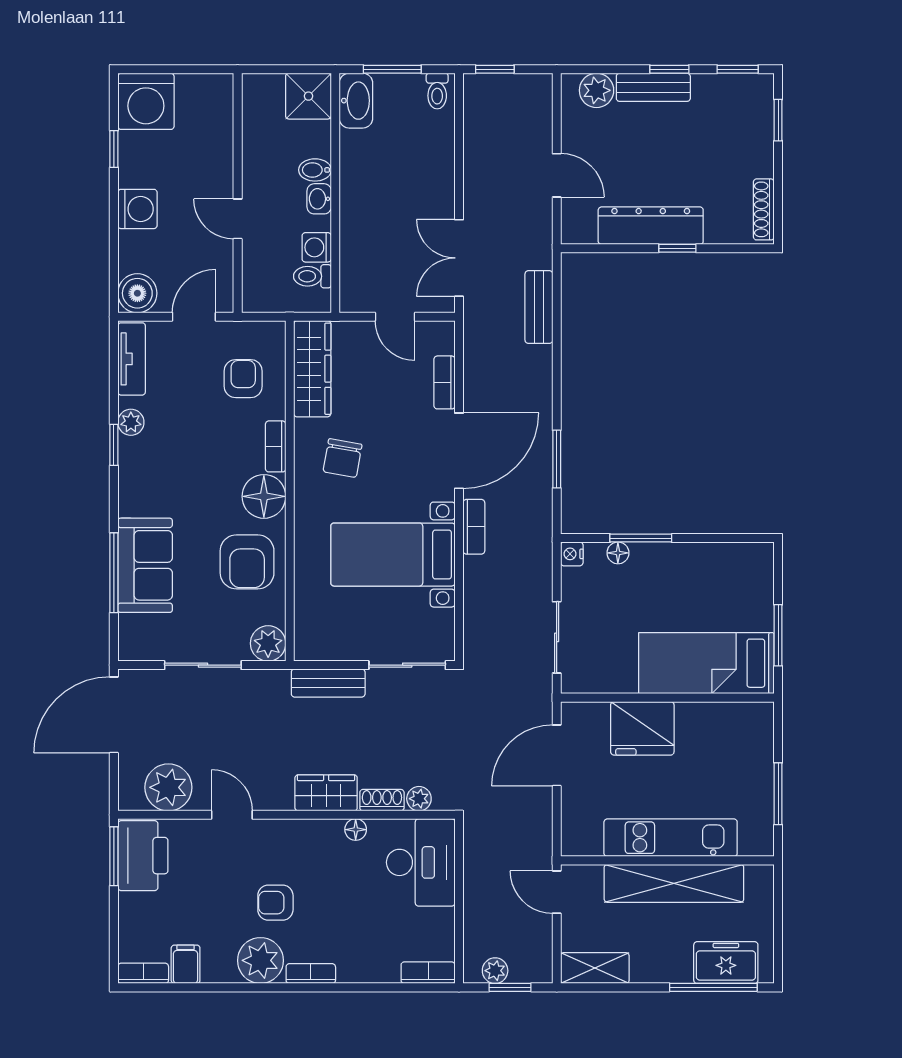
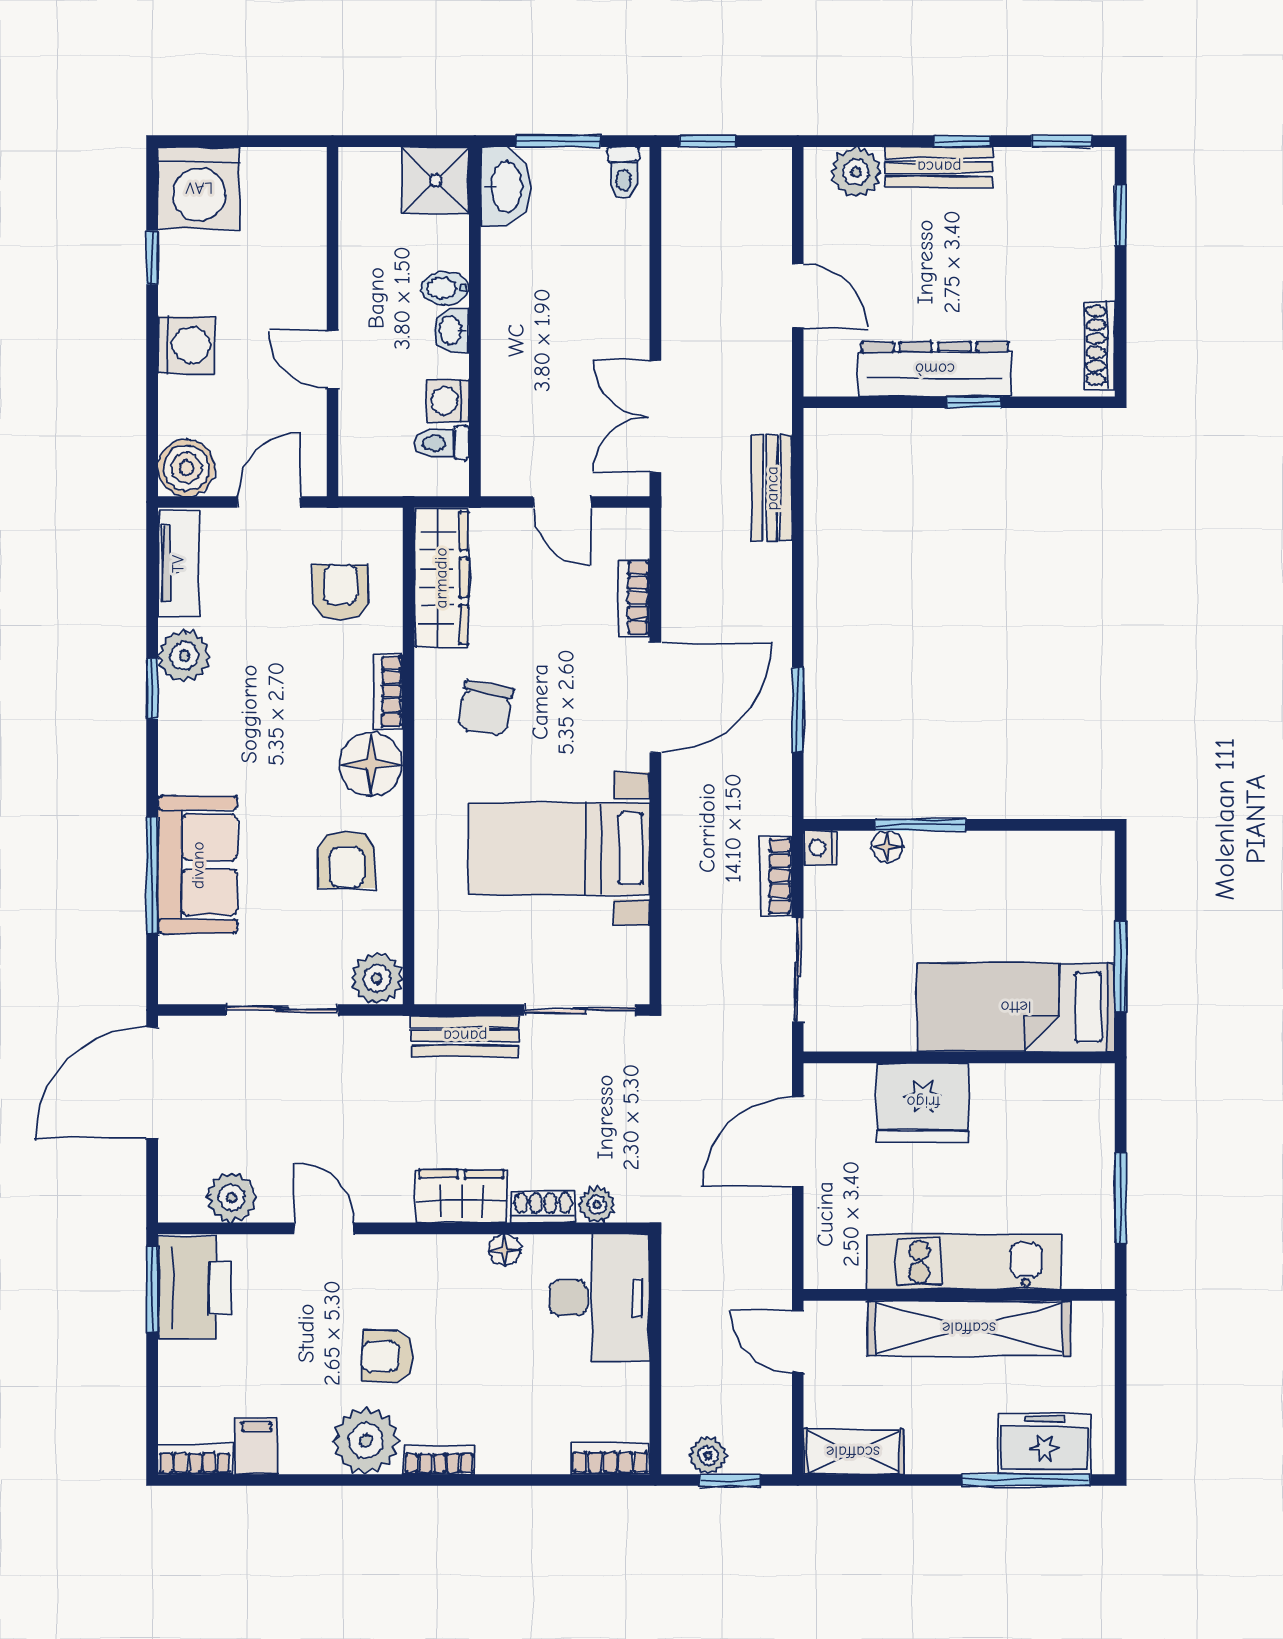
plant: (131, 422) -> (184, 656), width x1.38, depth x1.38
bookcase: (474, 527) -> (776, 876), moved, turned 180
armchair: (247, 562) -> (346, 860), width x0.72, depth x0.72
plant: (168, 787) -> (232, 1198), width x0.73, depth x0.73

